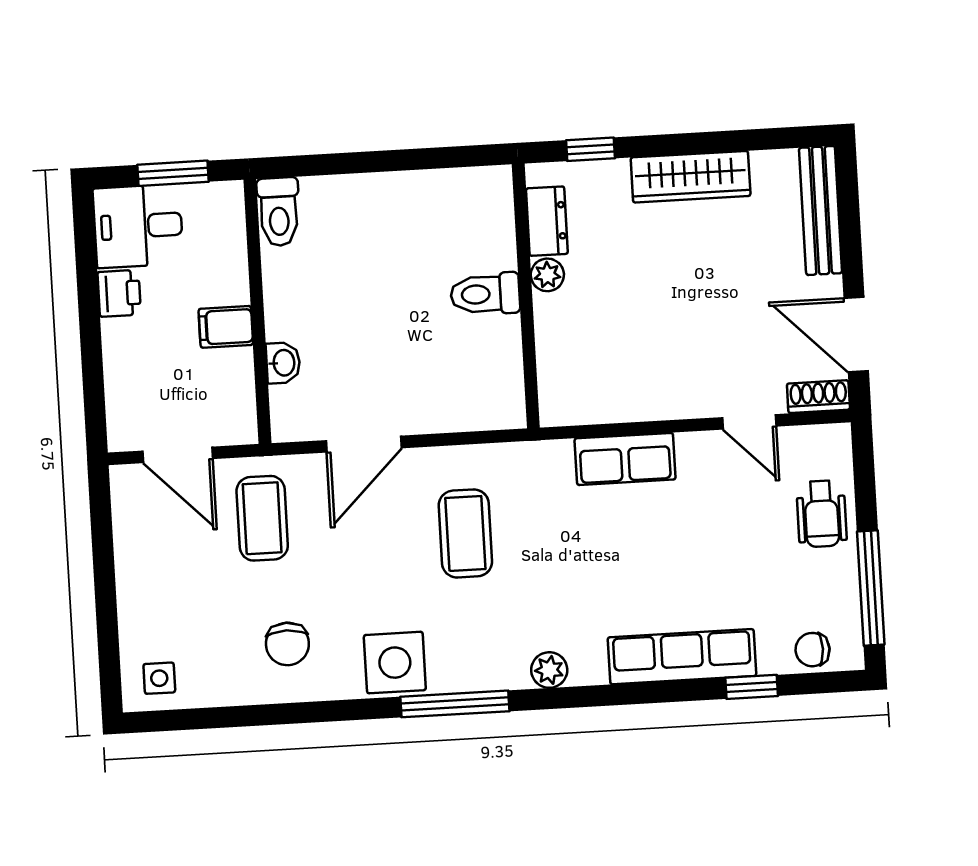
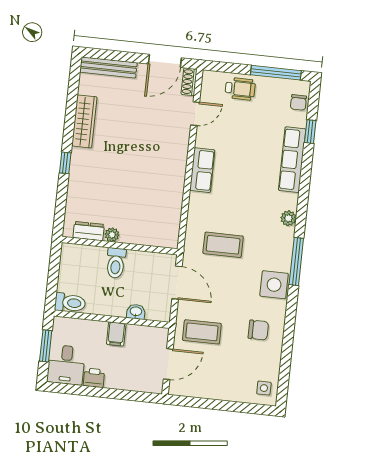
dresser: (547, 221) -> (89, 231), moved
plant: (547, 275) -> (112, 235), moved
toilet: (485, 294) -> (116, 263), moved
wall: (526, 296) -> (120, 246), moved

